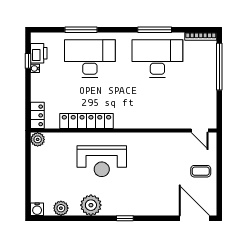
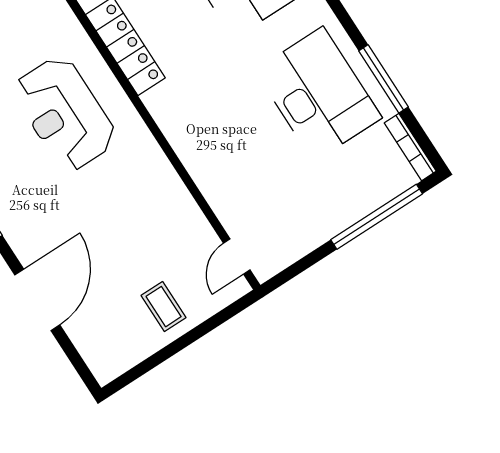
window: (155, 30) -> (384, 79), moved
door: (194, 218) -> (37, 300), moved

